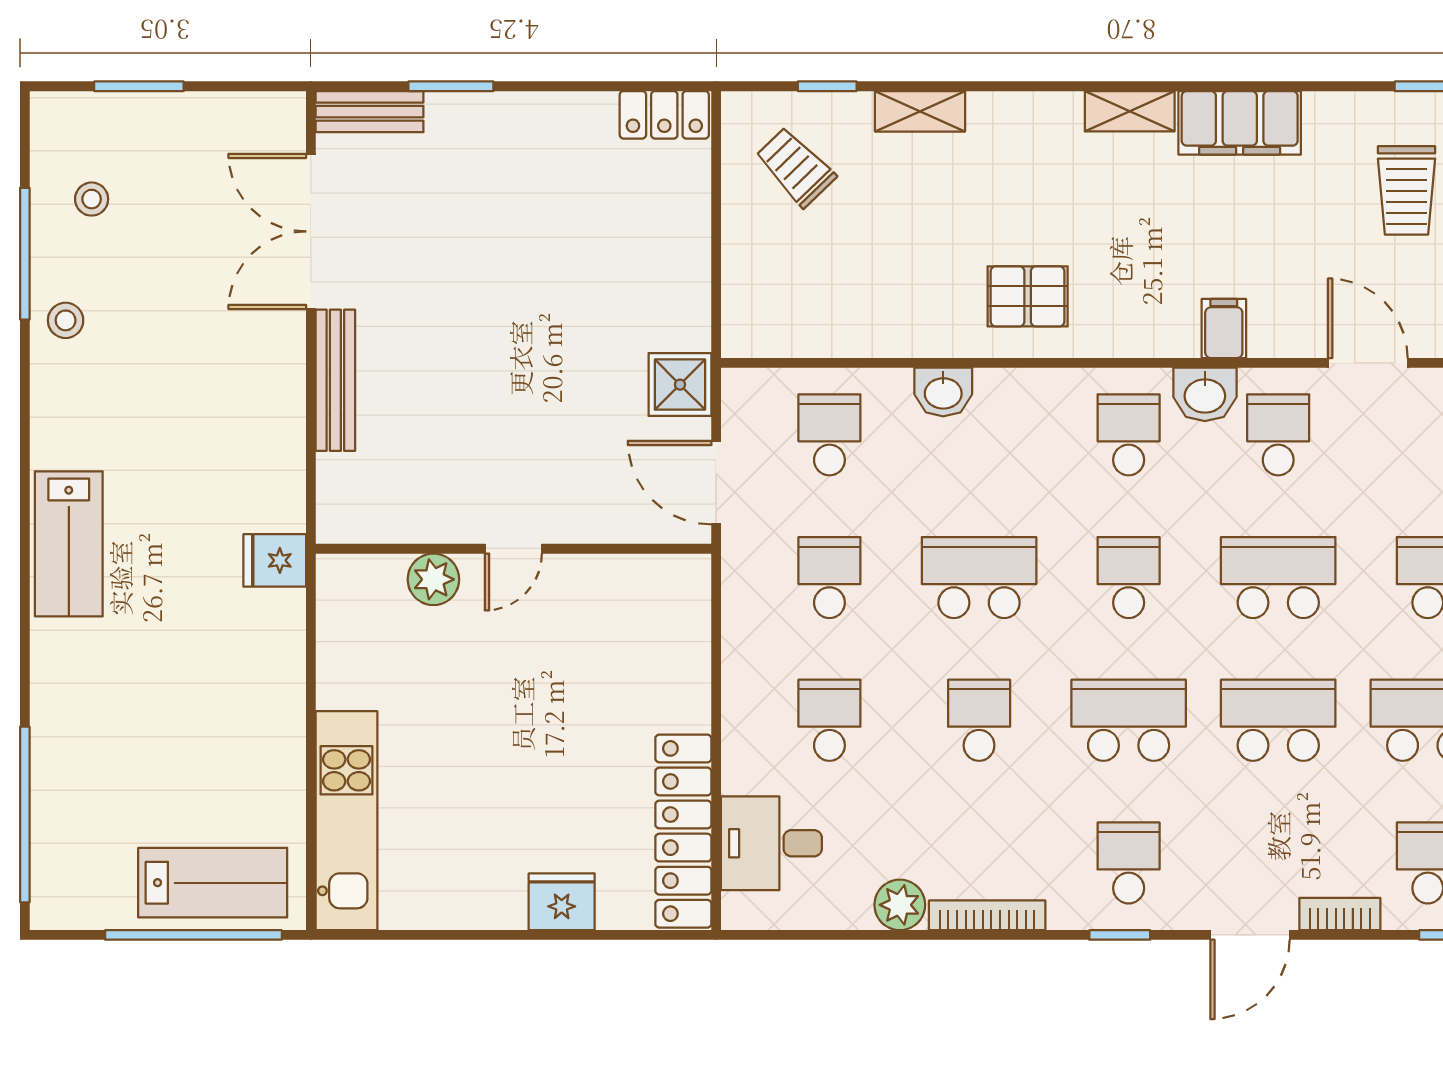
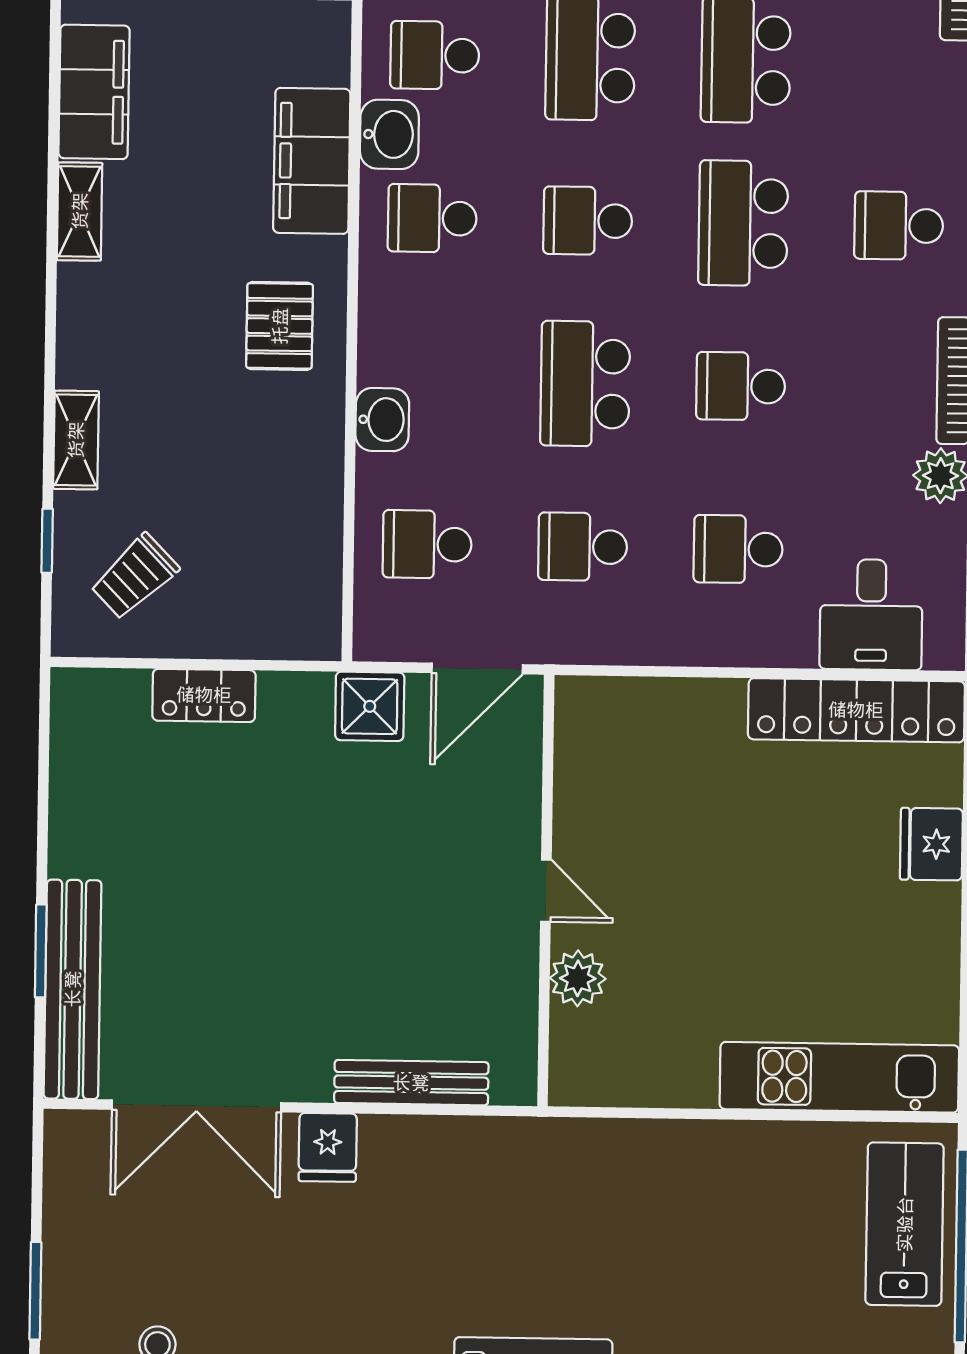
bench: (370, 112) -> (73, 989), width x1.86, depth x1.21
locker: (664, 115) -> (204, 695), moved, turned 90
filing cabinet: (1224, 328) -> (312, 161), width x3.00, depth x1.17
bench: (335, 380) -> (411, 1083), moved
fridge: (275, 560) -> (328, 1147), moved

